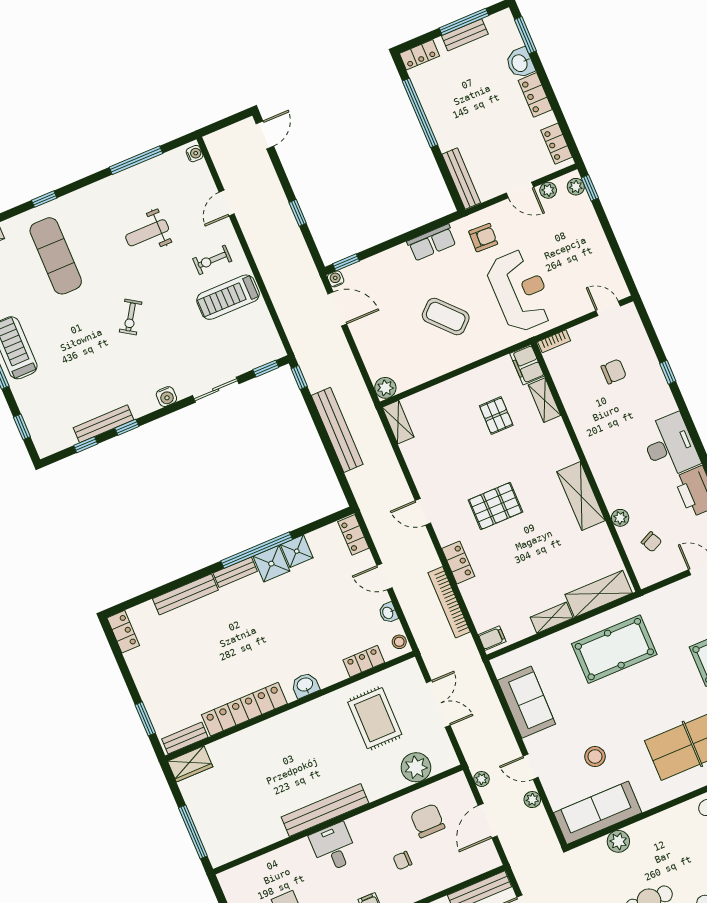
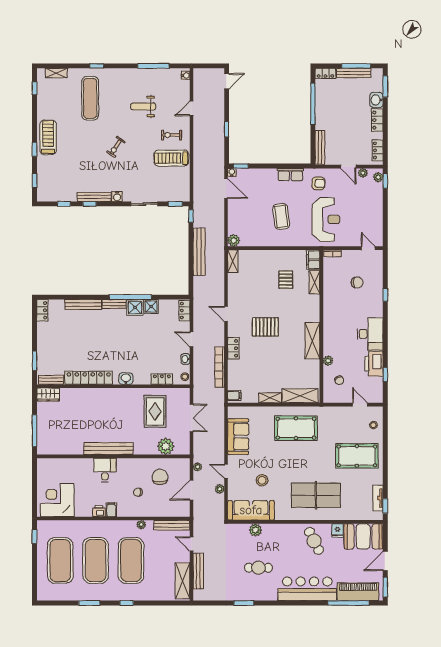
bench: (465, 35) -> (354, 73), width x1.36
coffee table: (446, 316) -> (281, 216), turned 36
bench: (104, 424) -> (94, 197), moved

